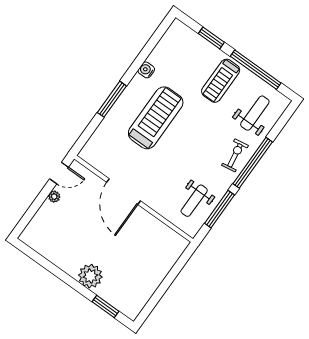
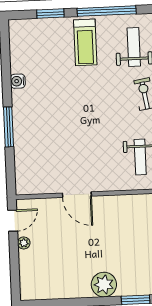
treadmill: (156, 118) -> (56, 114), removed
door: (124, 192) -> (77, 195), width x0.73

